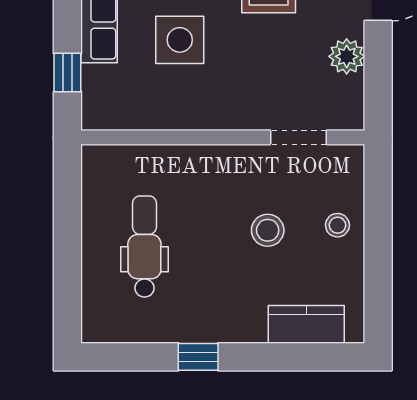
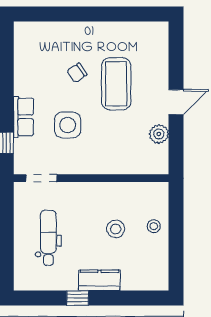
doorway: (298, 137) -> (41, 178), moved
kitchen counter: (306, 324) -> (99, 280), moved

